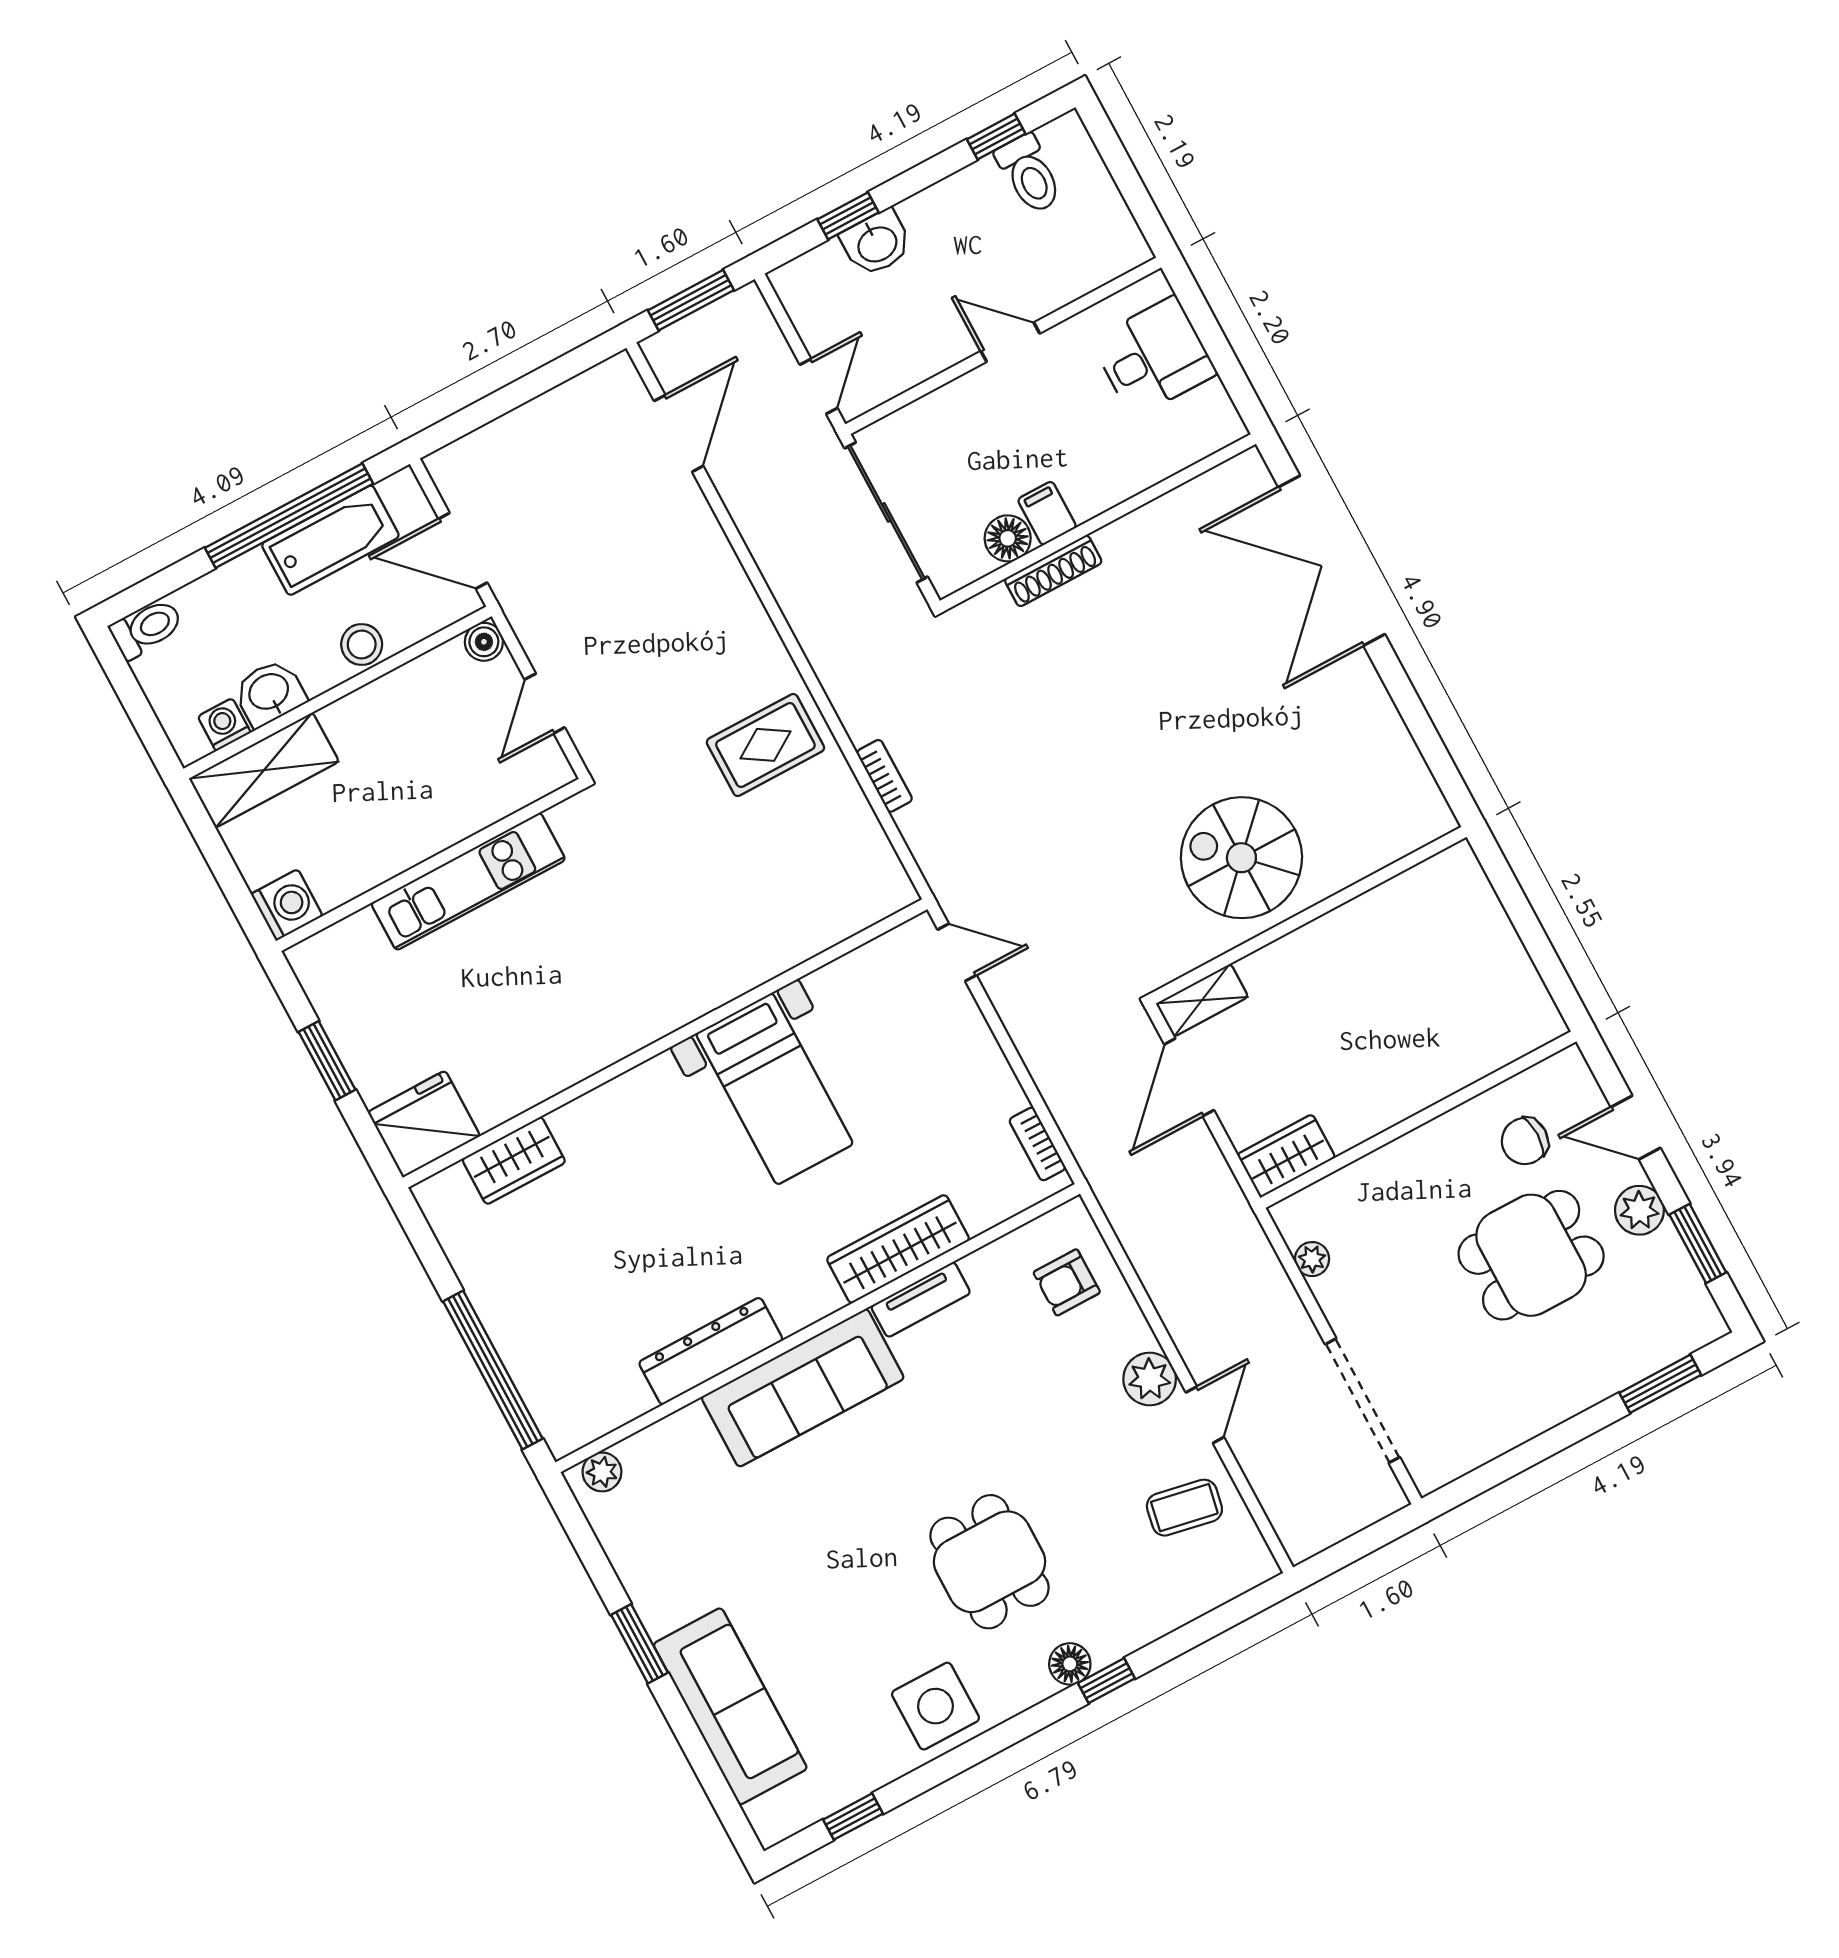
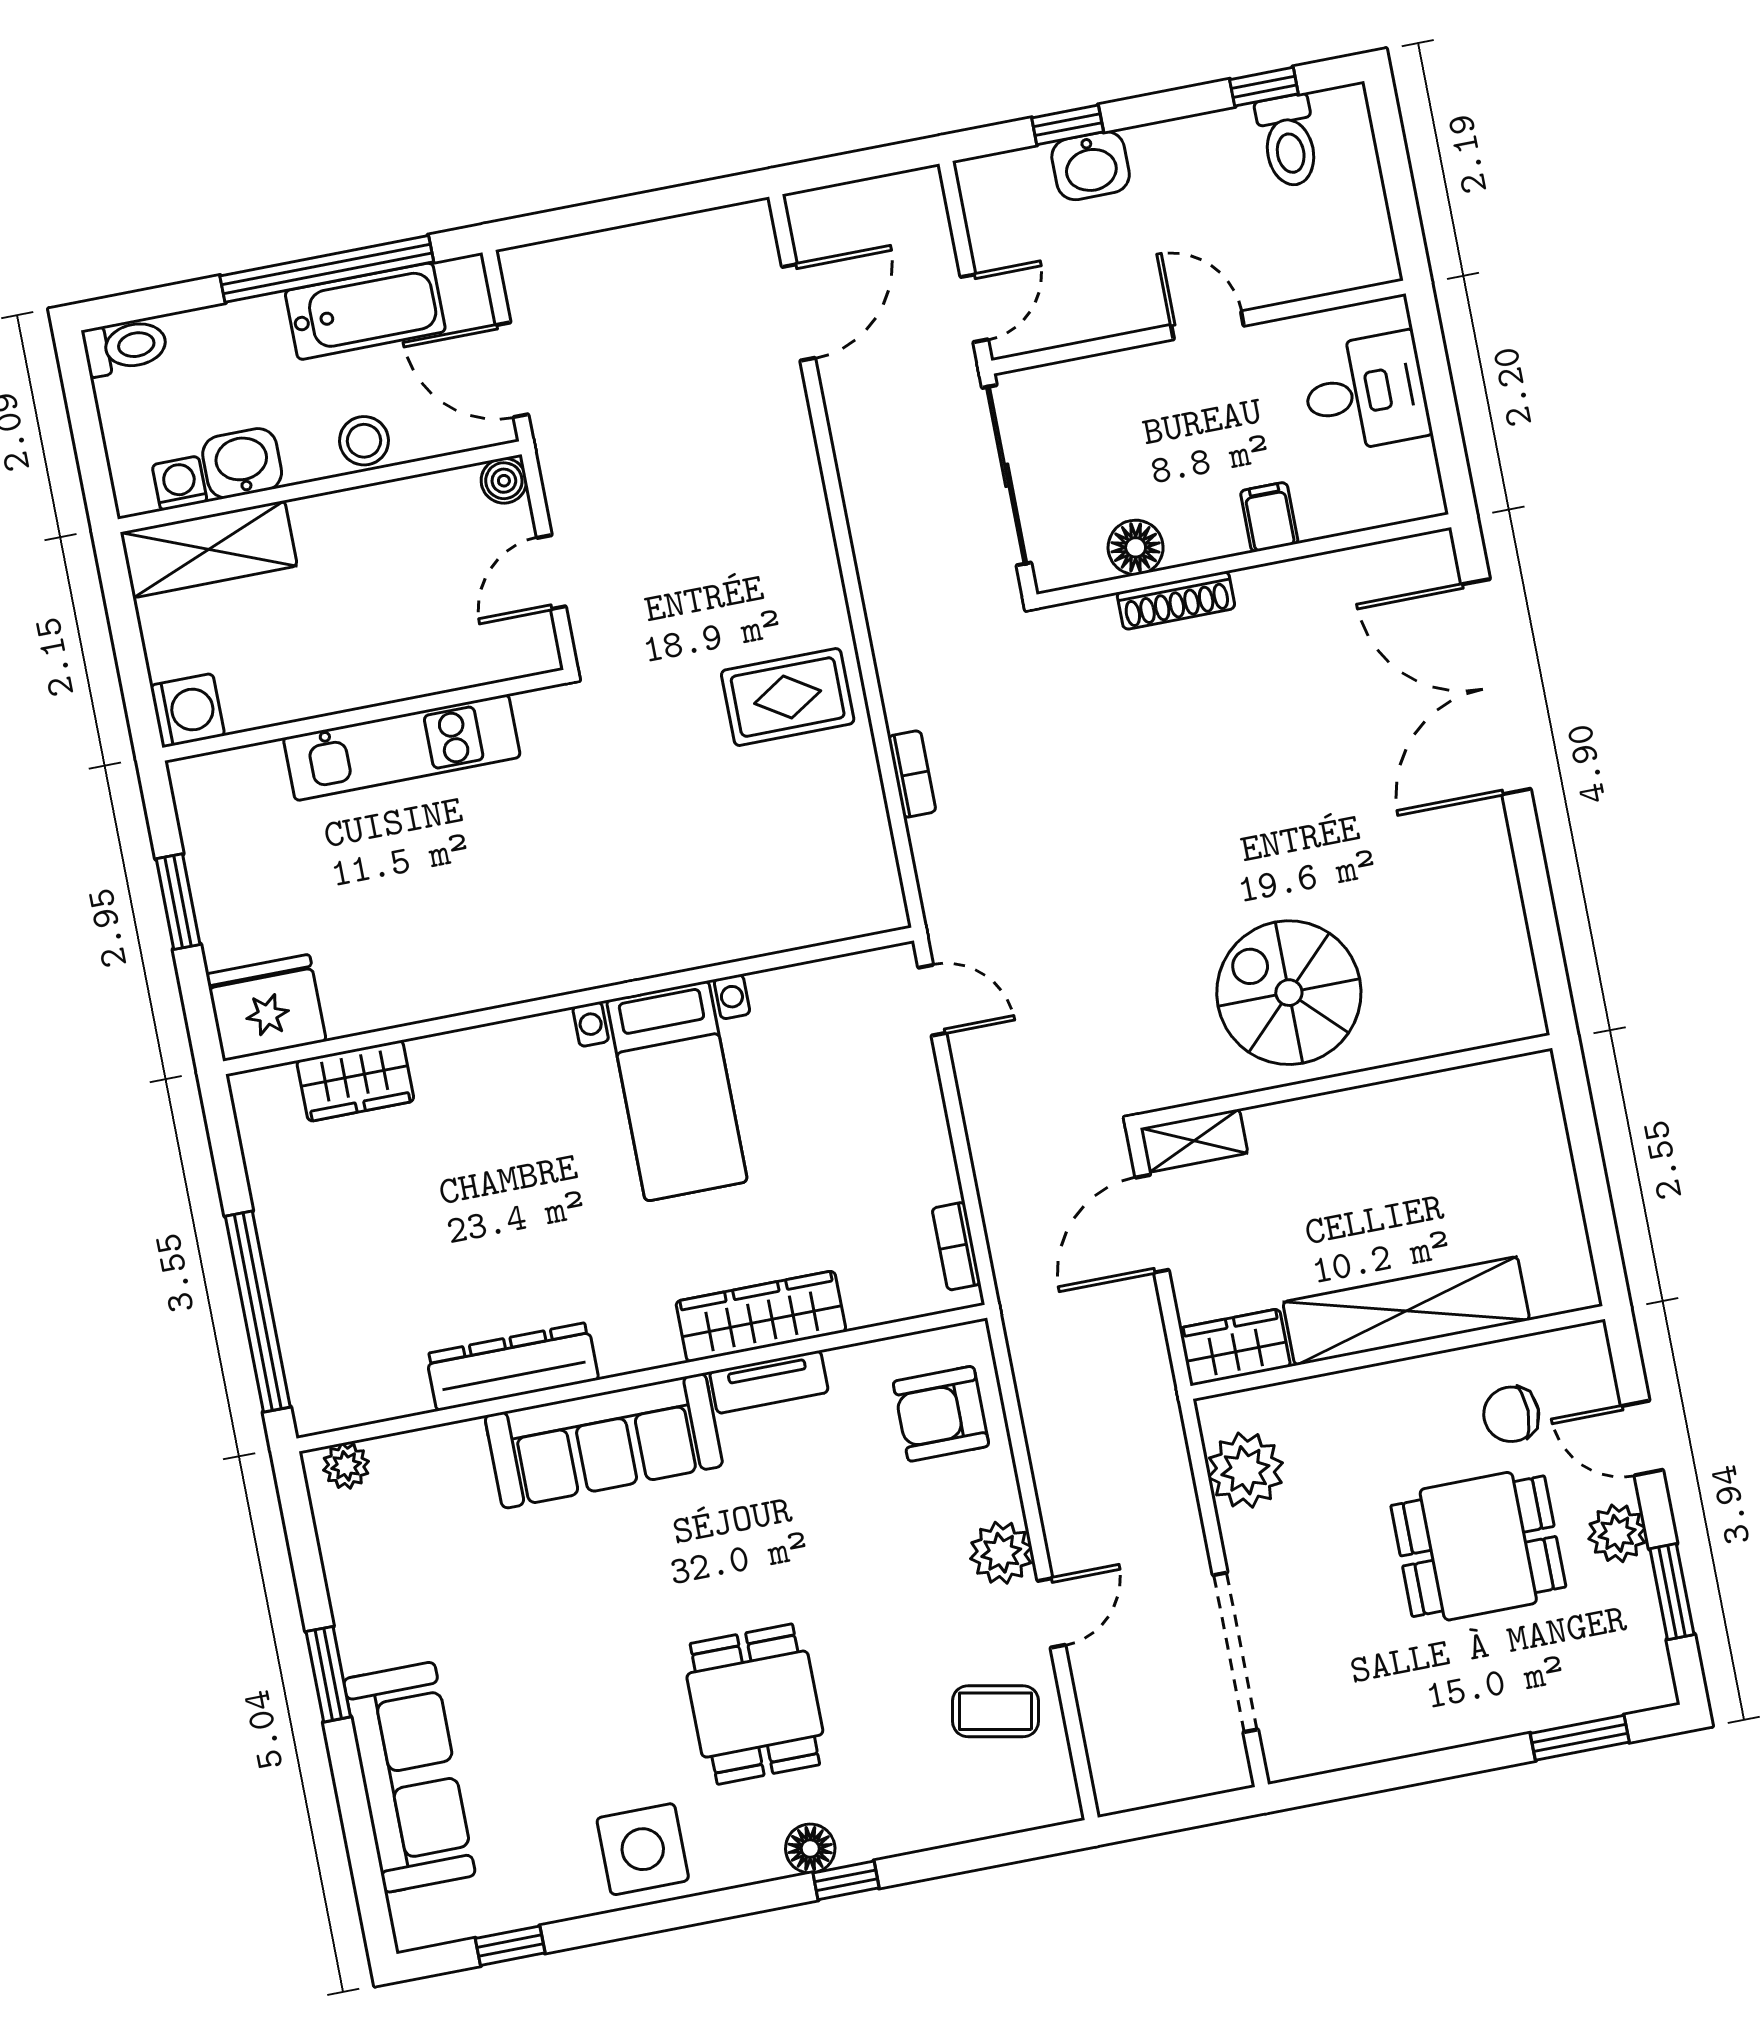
window: (691, 300) -> (859, 165), removed
filing cabinet: (1047, 513) -> (1269, 517), moved
shelving: (1415, 1084) -> (1406, 1311), added
plant: (1312, 1259) -> (1245, 1470), width x1.88, depth x1.88
armchair: (1067, 1282) -> (941, 1414), width x1.38, depth x1.38

